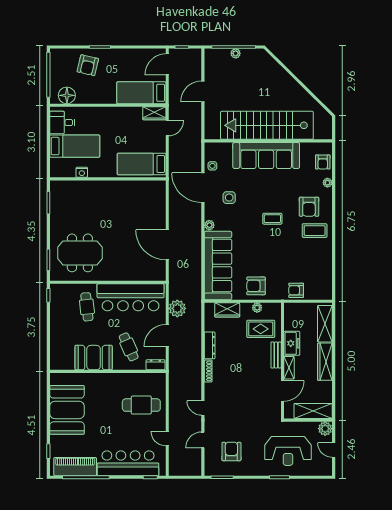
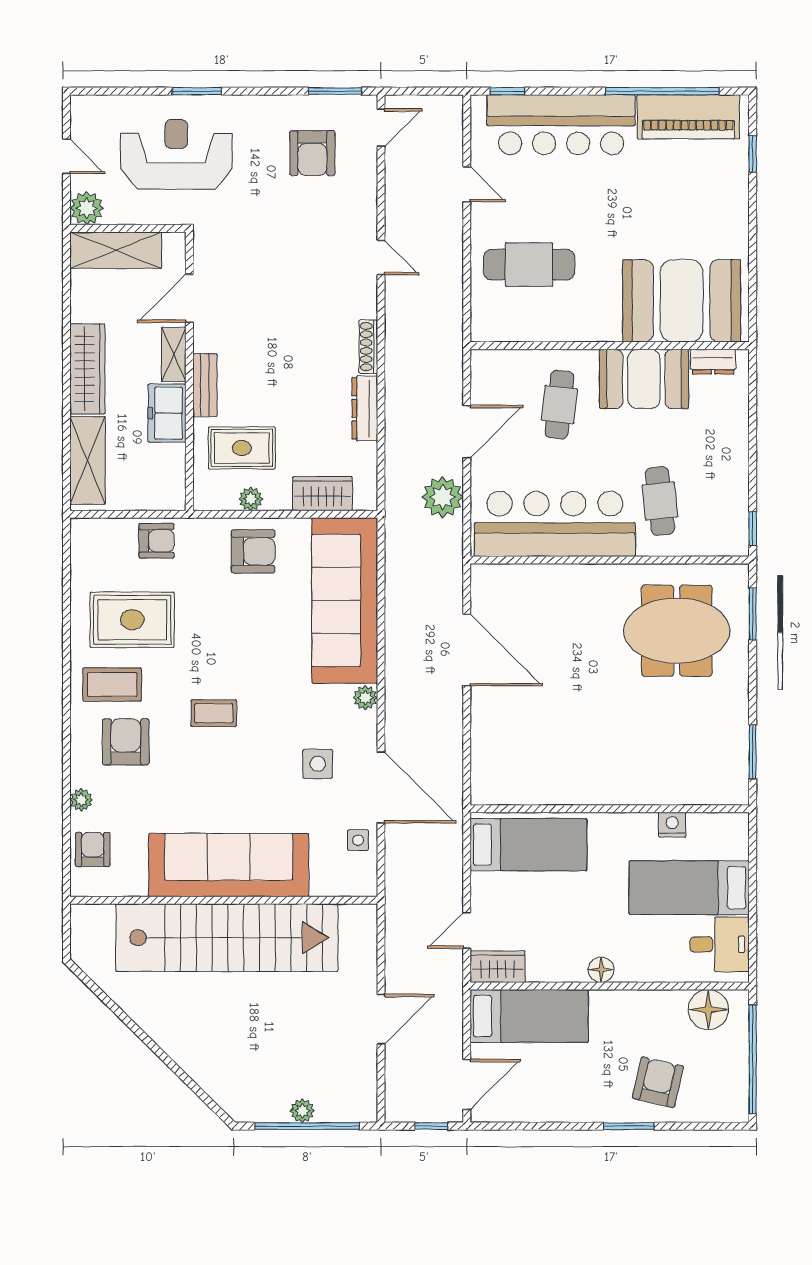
floor lamp: (111, 112) -> (601, 970), added
rug: (306, 257) -> (132, 620), added
cafe table: (129, 347) -> (559, 405), turned 30
dresser: (155, 365) -> (713, 362), moved
booth: (67, 410) -> (682, 301), moved, turned 90
door: (203, 440) -> (381, 128), moved

